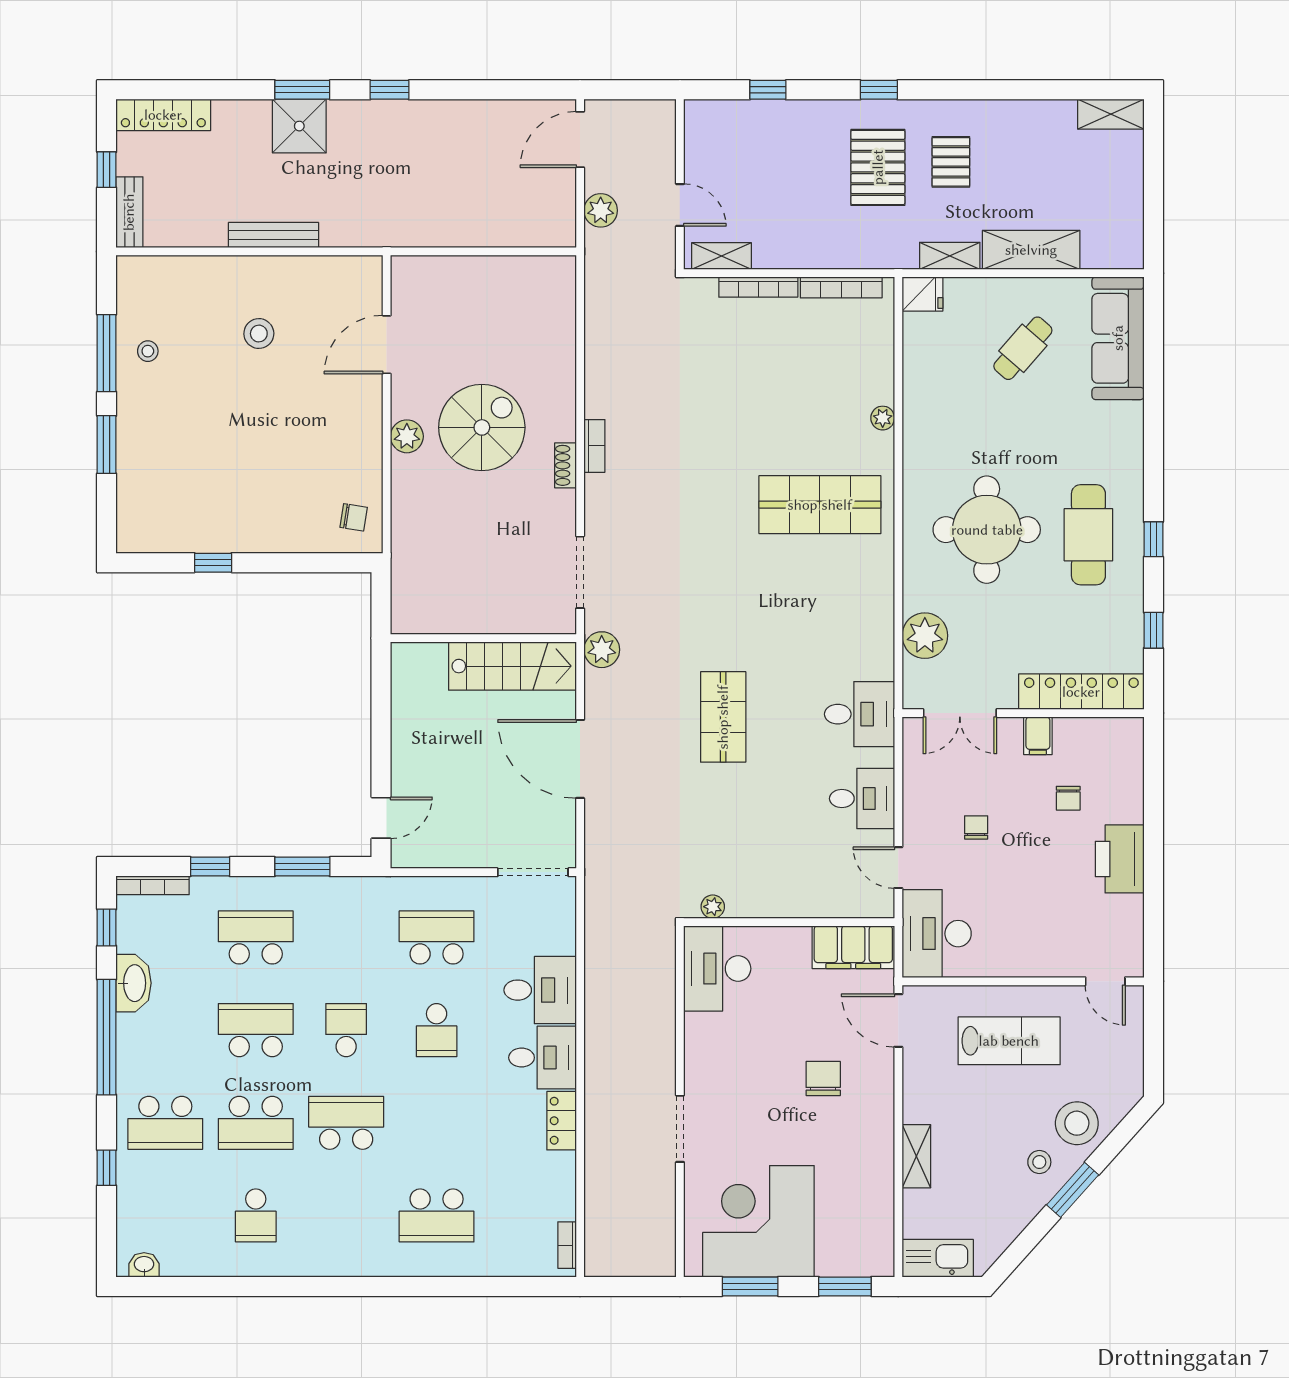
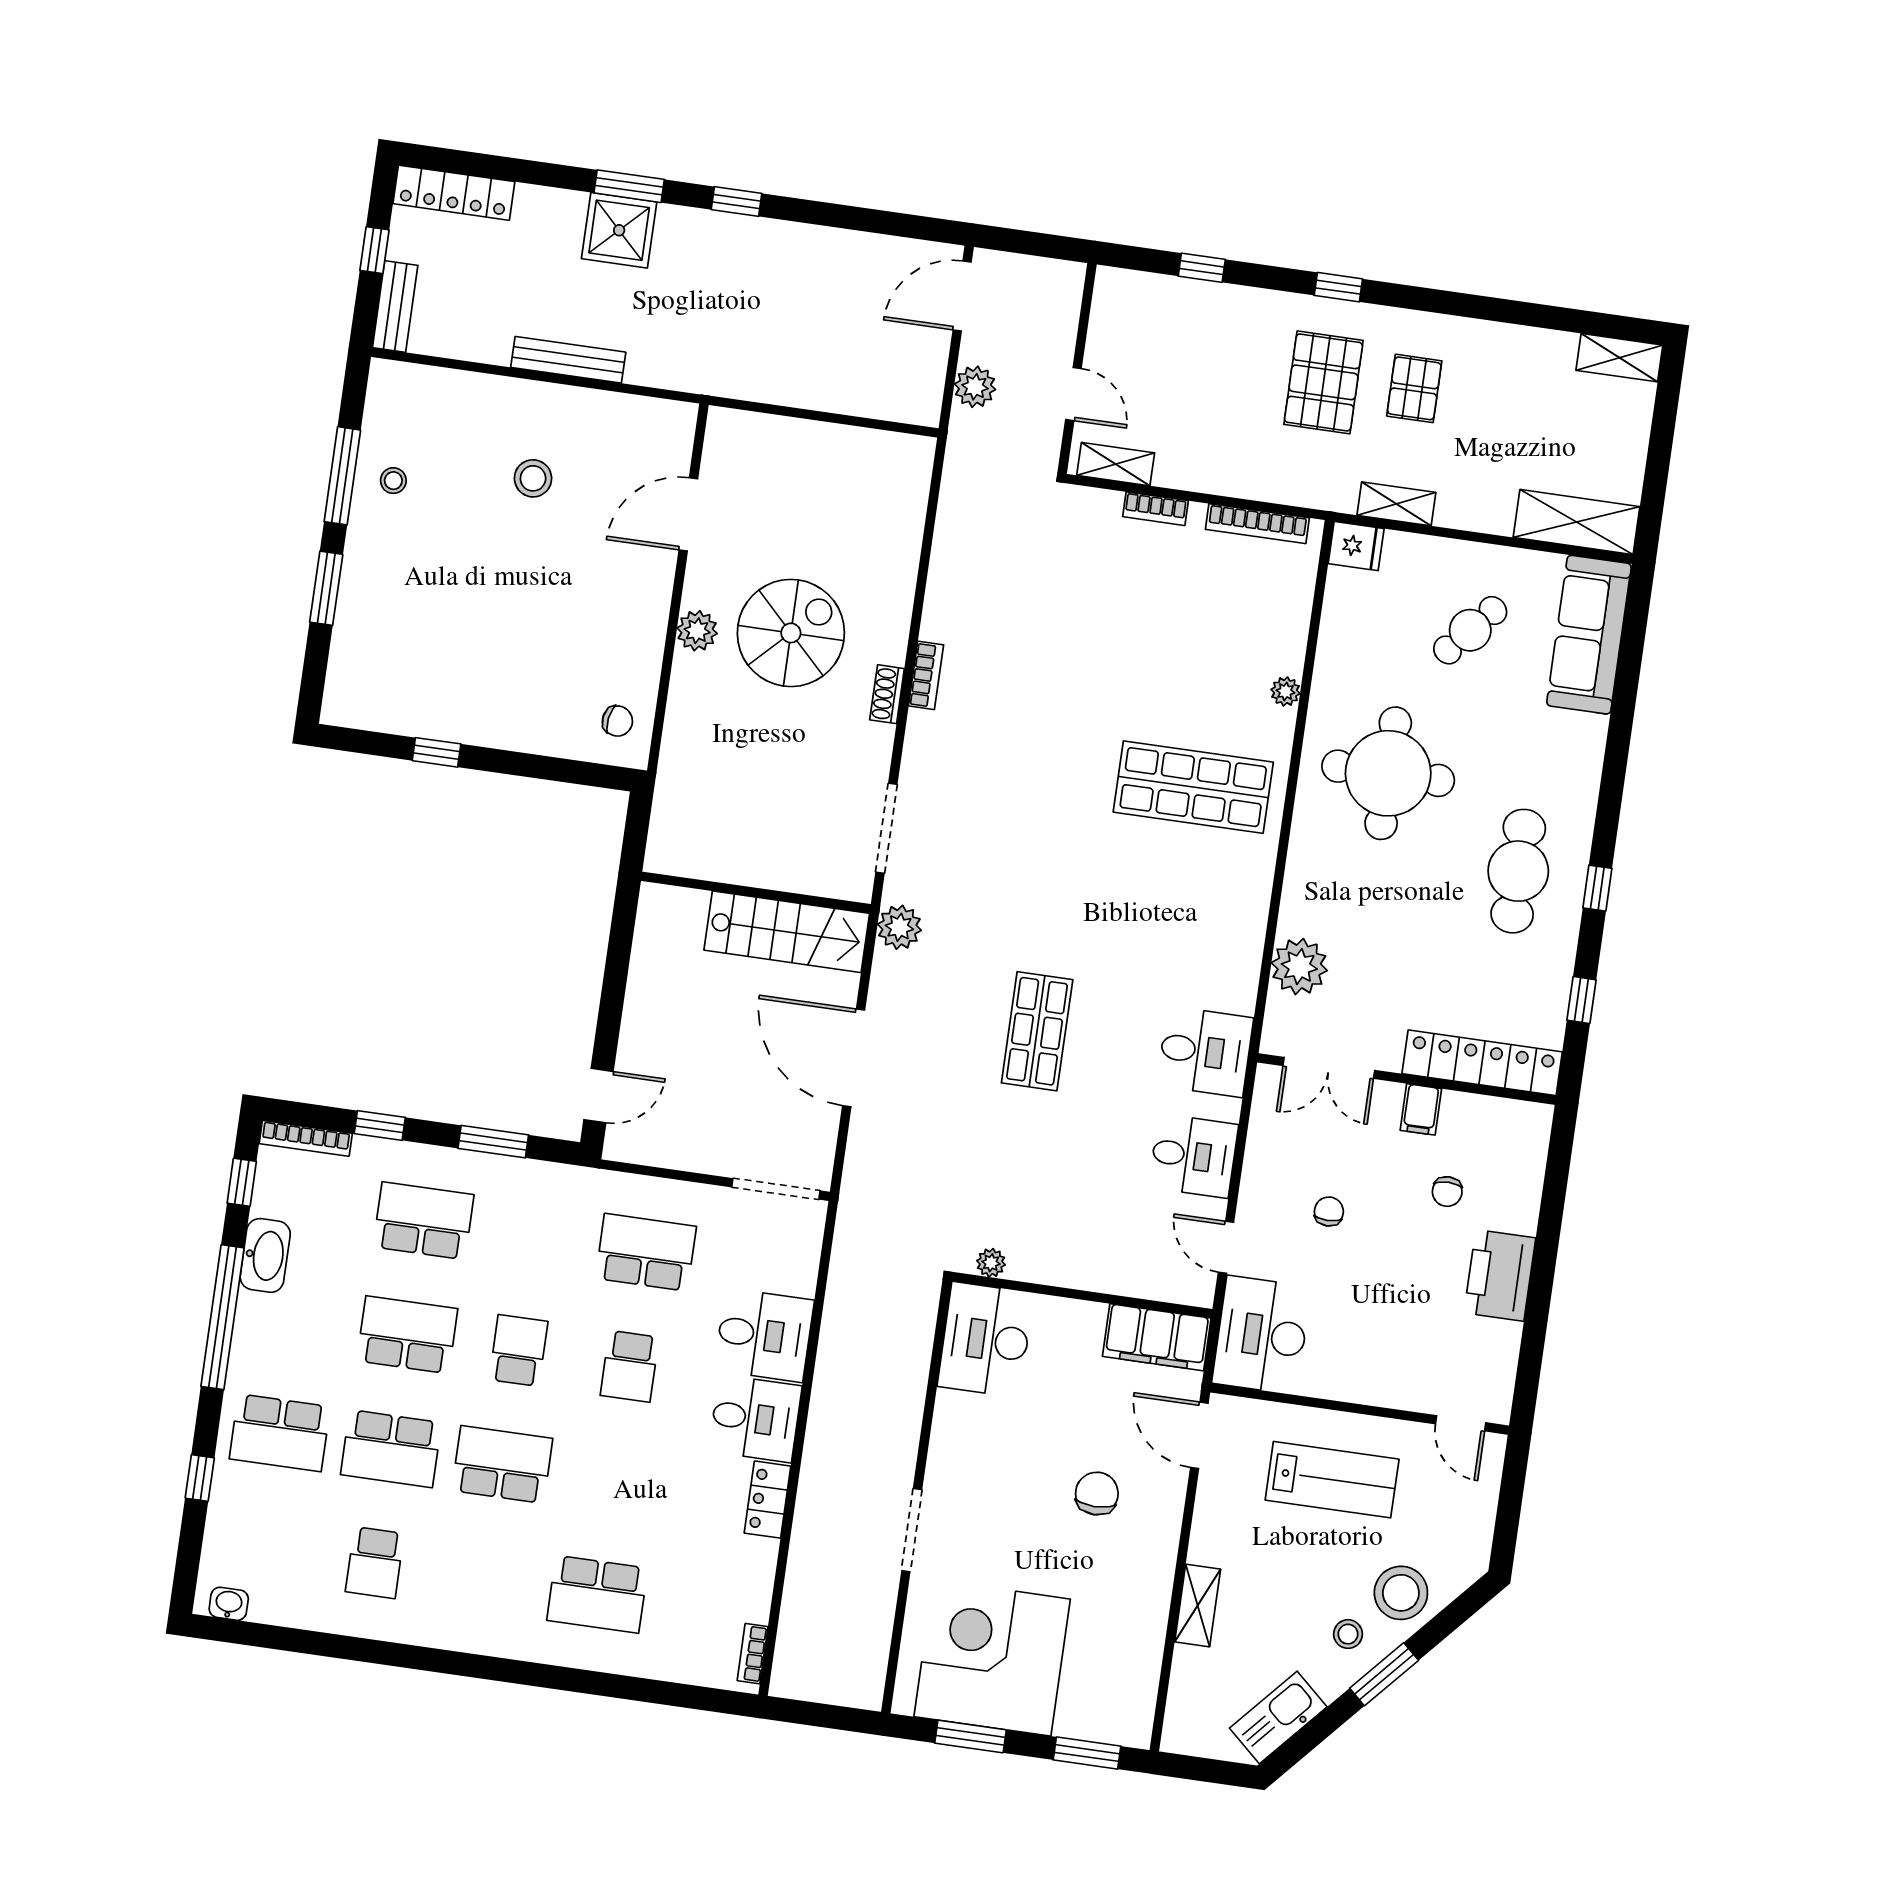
shelving: (1031, 250) -> (1576, 522), moved
bookcase: (758, 287) -> (1156, 509), width x0.64
round table: (987, 530) -> (1388, 773), moved
kitchen sink: (938, 1258) -> (1278, 1717), moved, turned -48

